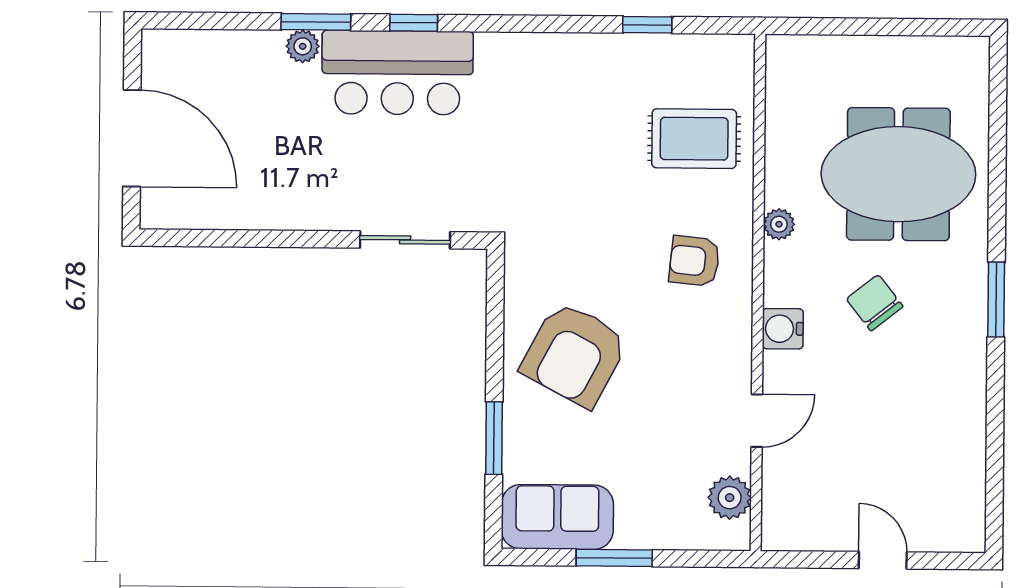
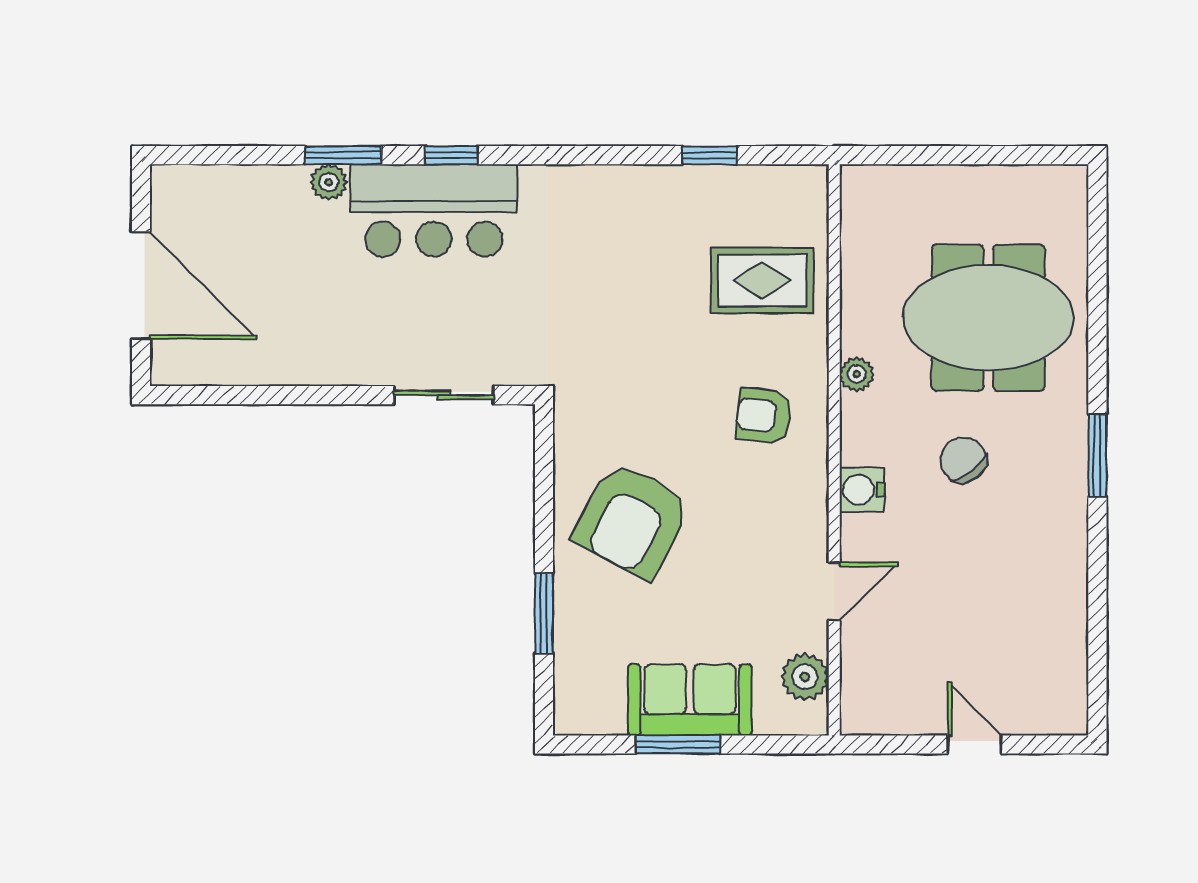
sofa: (557, 517) -> (690, 700), moved

